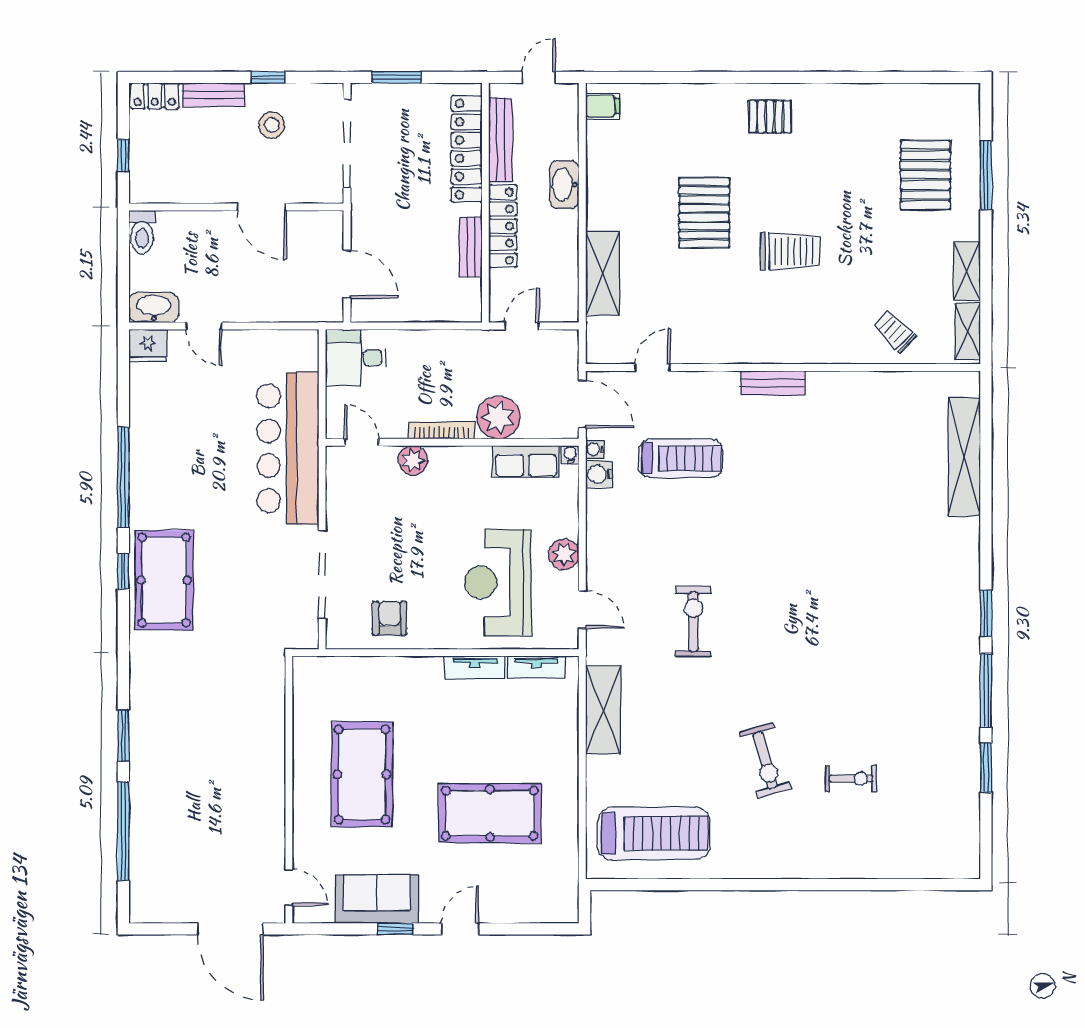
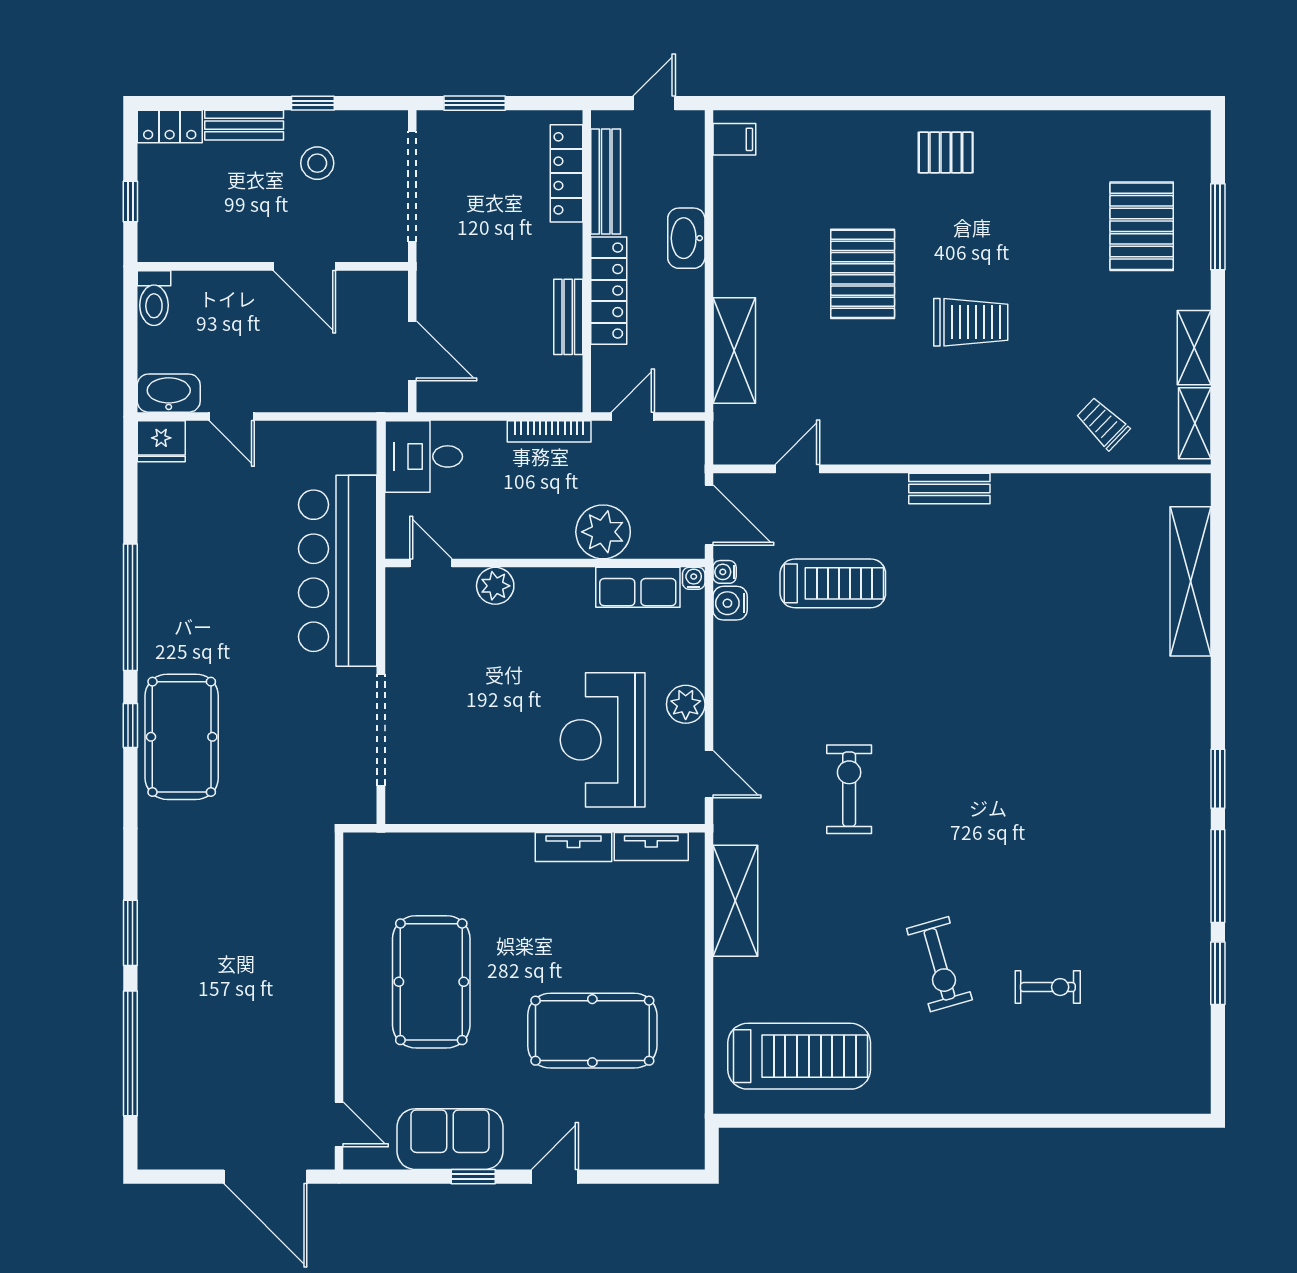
locker: (467, 149) -> (566, 173), width x0.71, depth x0.83
bookcase: (441, 430) -> (549, 431), moved, turned 180
armchair: (390, 618) -> (466, 785), removed

